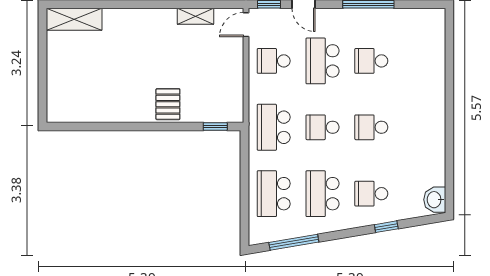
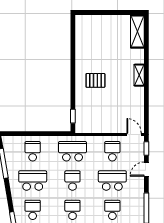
shelving: (195, 16) -> (139, 75), moved
pallet: (168, 104) -> (95, 80), moved
school desk: (274, 194) -> (33, 151), width x0.54

